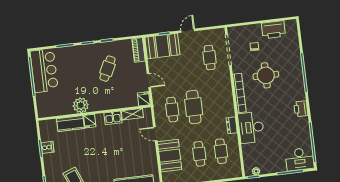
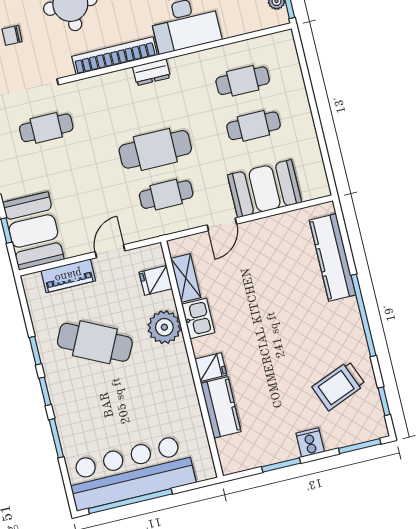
piano: (139, 50) -> (68, 276), moved
cafe table: (107, 69) -> (95, 342), width x1.37, depth x1.35
bar counter: (44, 71) -> (131, 473), width x1.36
fridge: (144, 99) -> (156, 280), moved
plant: (81, 105) -> (164, 327), moved
dresser: (232, 125) -> (151, 72), moved
cooker: (47, 147) -> (310, 443), moved

